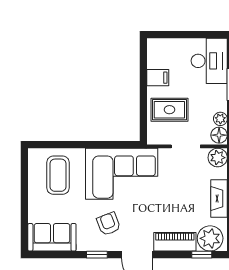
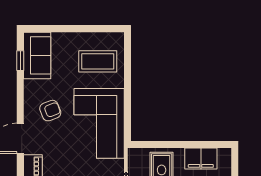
filing cabinet: (158, 78) -> (201, 159), width x2.00
window: (97, 255) -> (20, 61), moved

